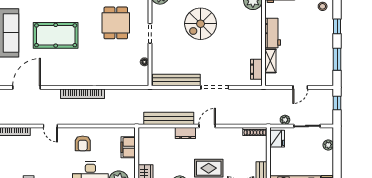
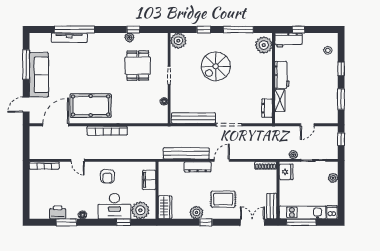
pool table: (56, 35) -> (91, 106), moved
dresser: (185, 133) -> (198, 167), width x1.44

